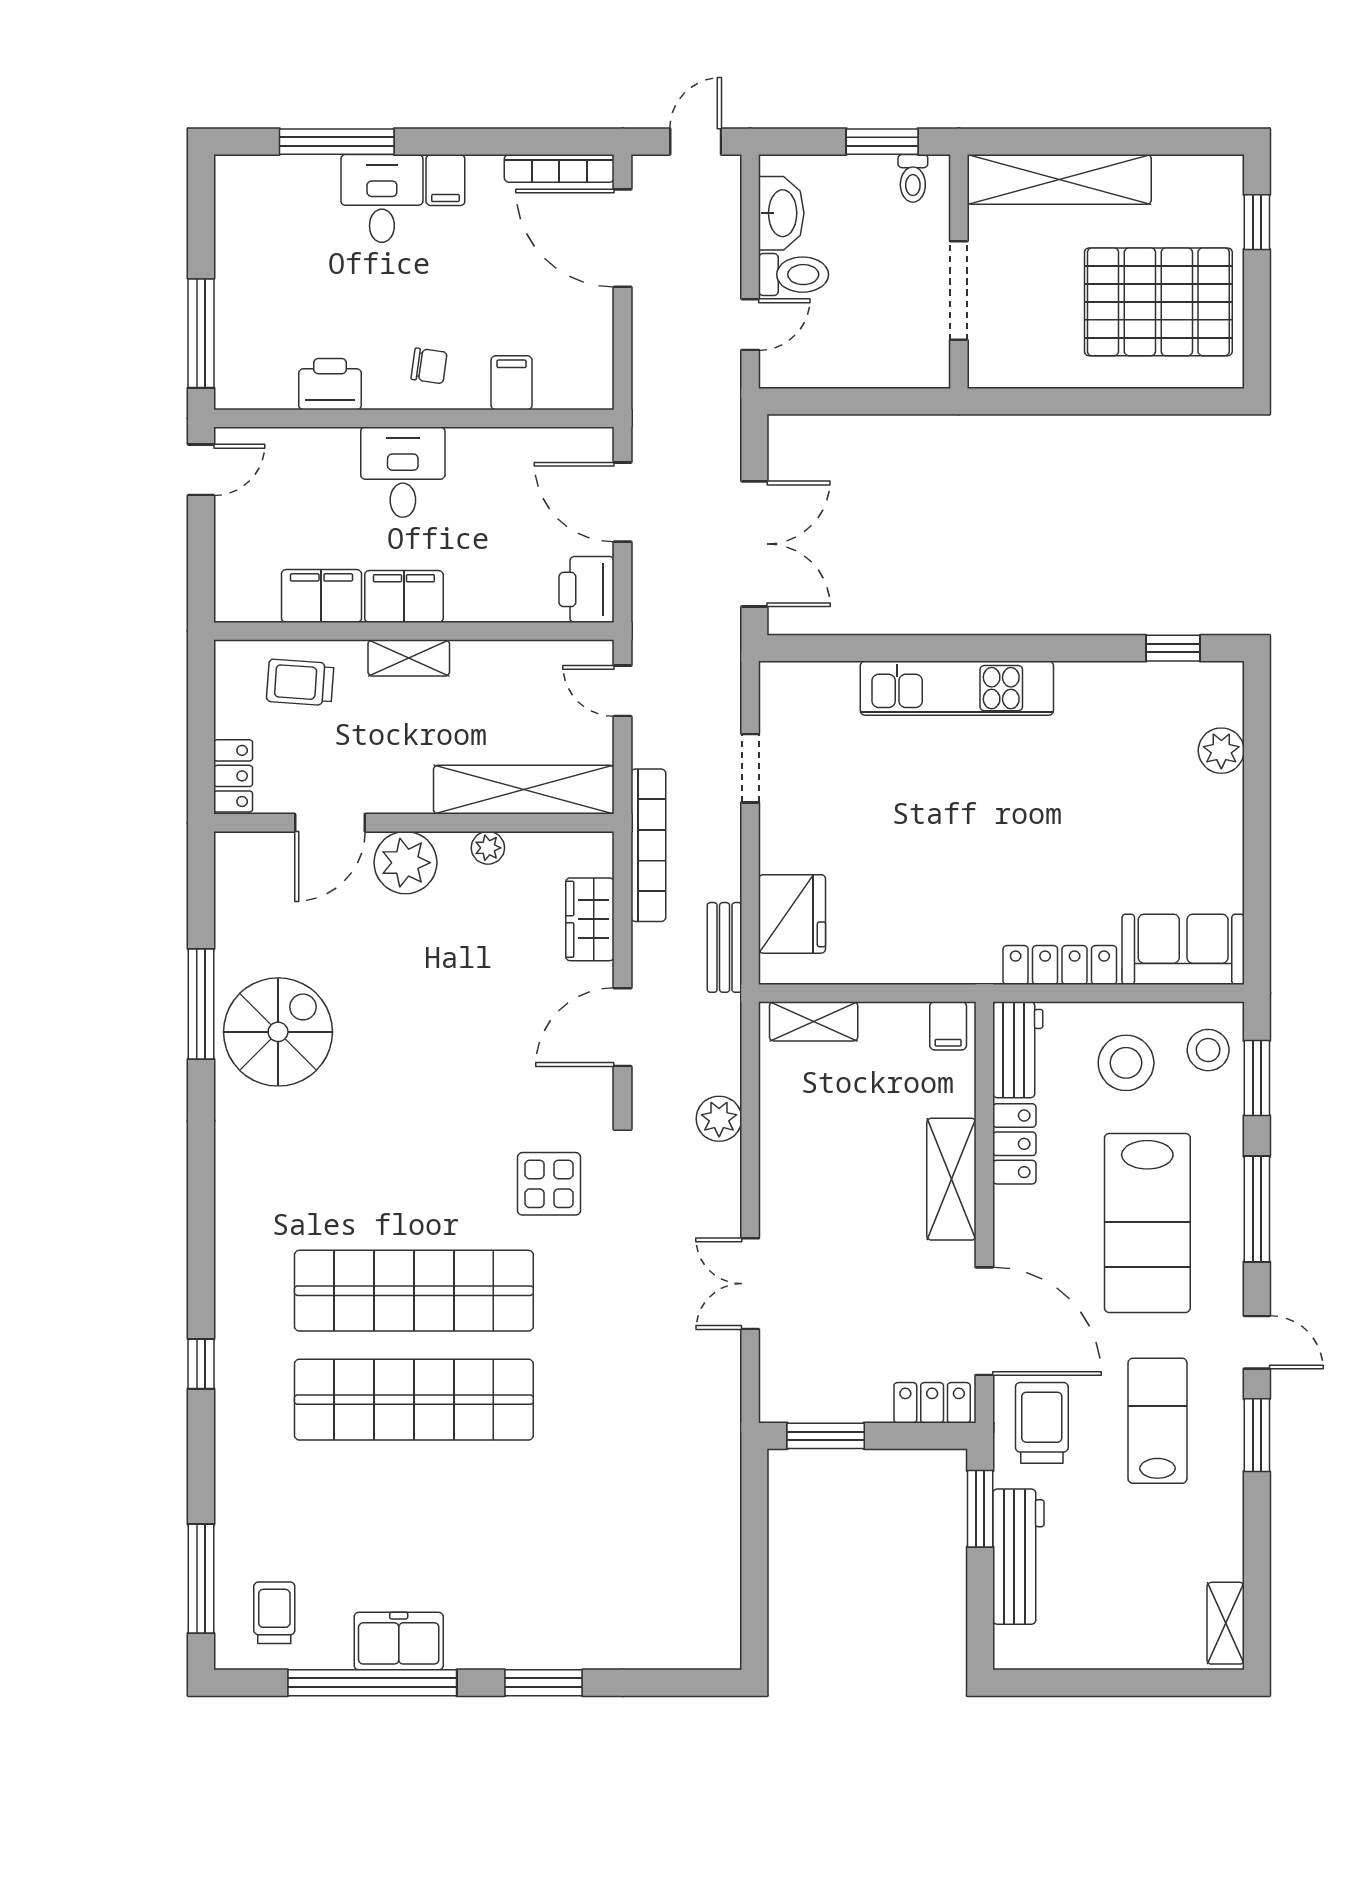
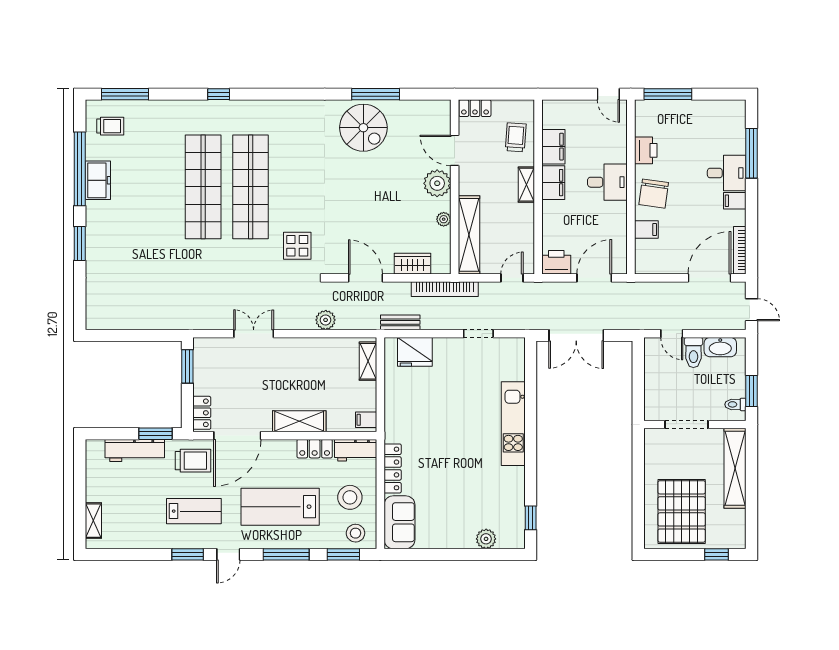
chair: (429, 366) -> (654, 194), width x1.87, depth x1.87
shelving: (1226, 1623) -> (93, 521), moved, turned 90

